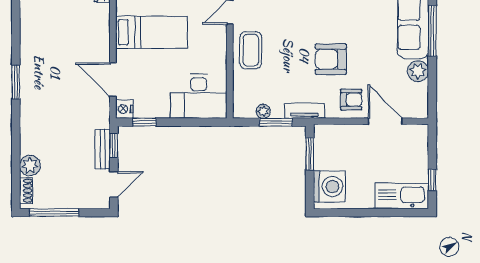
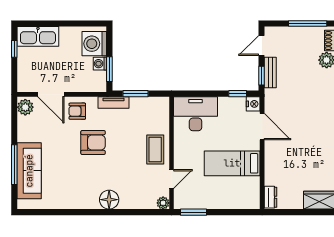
plant: (418, 71) -> (25, 107), moved
plant: (263, 111) -> (145, 102), removed
washing machine: (322, 161) -> (100, 64), added

